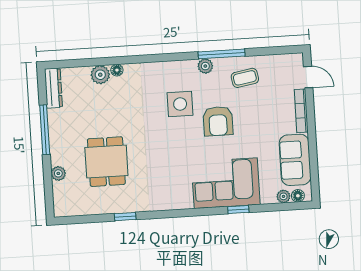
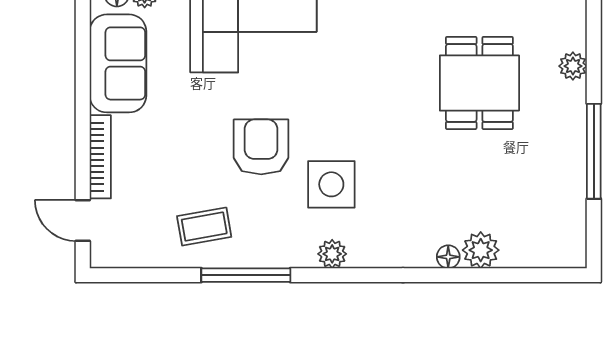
plant: (205, 66) -> (332, 254), moved
dresser: (53, 88) -> (572, 230), removed

